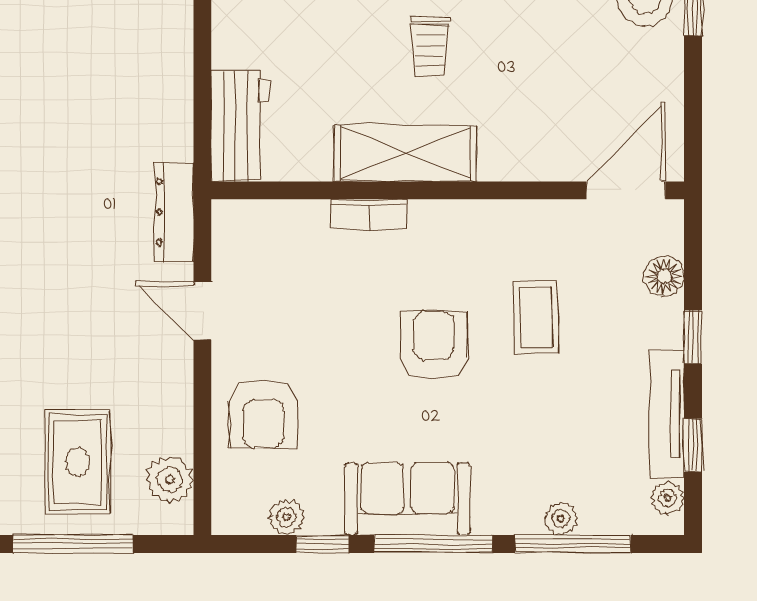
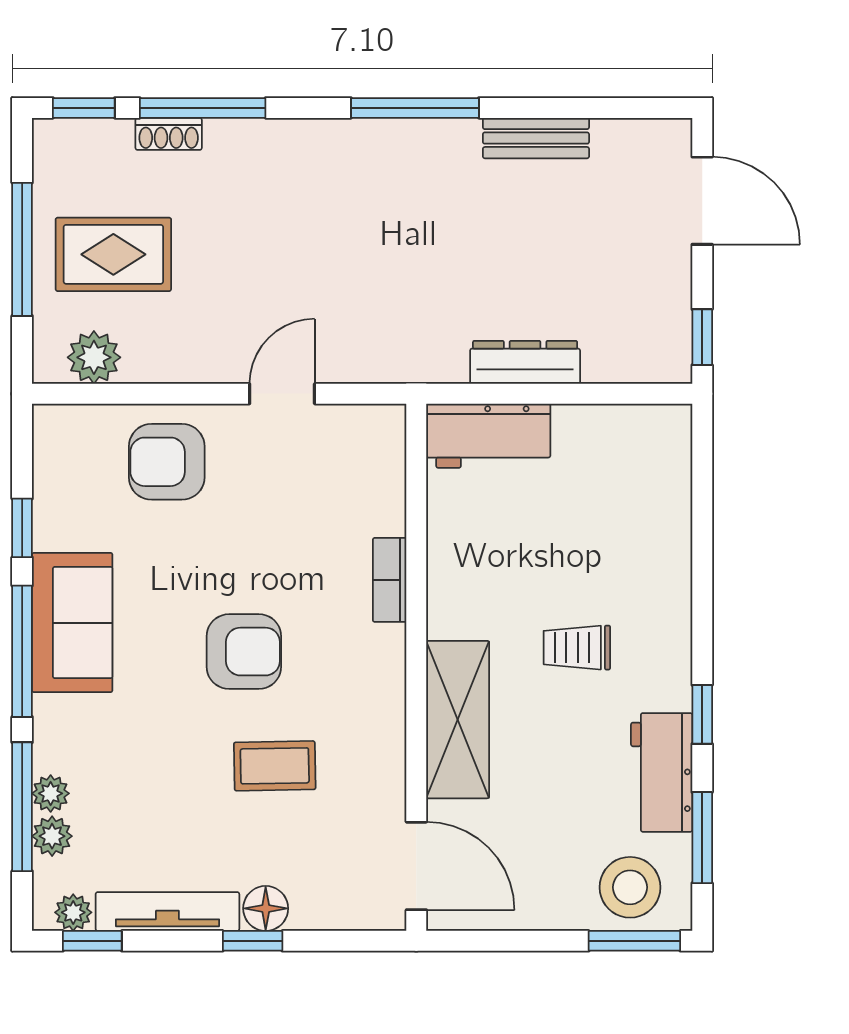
shelving: (405, 153) -> (458, 720), moved
dresser: (174, 212) -> (525, 362), moved
floor lamp: (664, 276) -> (266, 908), moved
window: (693, 445) -> (92, 941), moved
plant: (286, 517) -> (52, 836), moved

